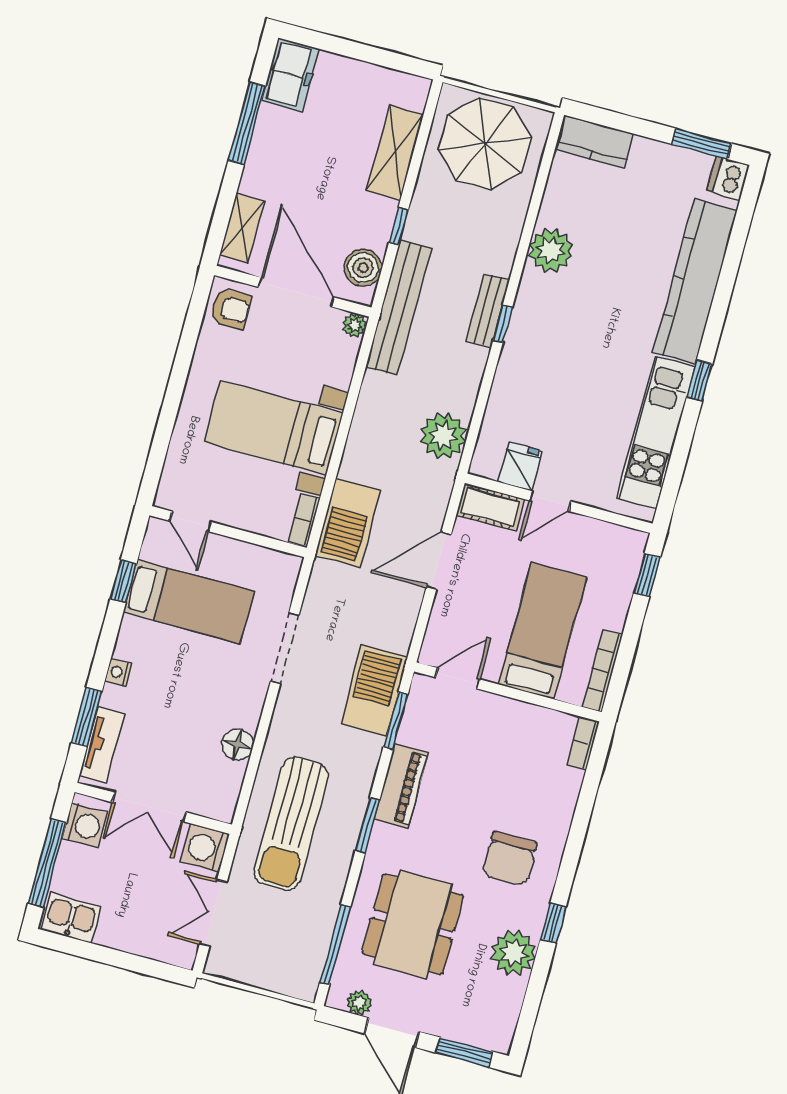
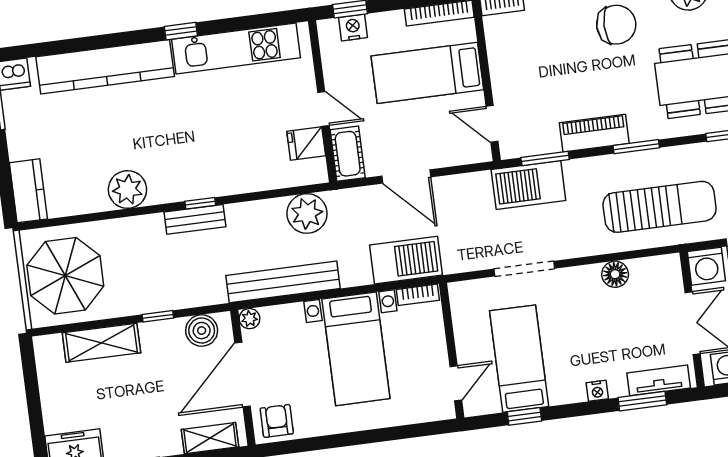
bench: (399, 308) -> (283, 282), moved
nightstand: (626, 570) -> (353, 28), added

